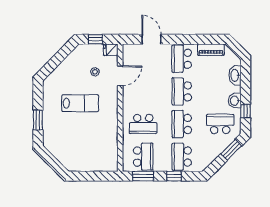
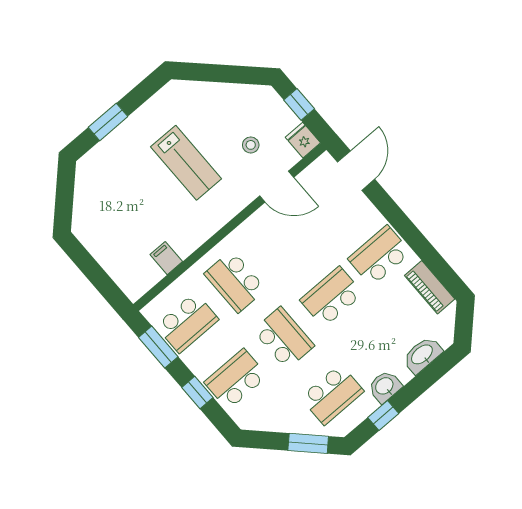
door: (151, 39) -> (356, 171), moved
school desk: (182, 124) -> (284, 338), turned 90
school desk: (220, 124) -> (332, 395), turned 90
filing cabinet: (111, 143) -> (166, 258), added

